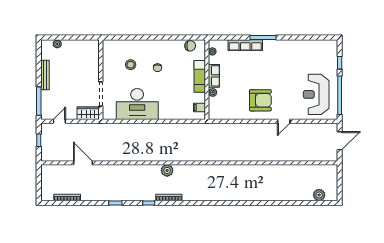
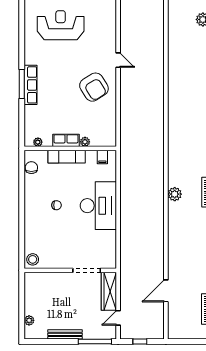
row of seats: (245, 45) -> (31, 85), moved
stool: (131, 65) -> (33, 259), moved
reception desk: (316, 94) -> (61, 25), moved, turned 180
armchair: (260, 100) -> (94, 87), turned 148
desk: (137, 104) -> (98, 206), moved
wardrobe: (88, 113) -> (109, 291), width x1.50
door: (59, 121) -> (118, 318), hinge flipped

